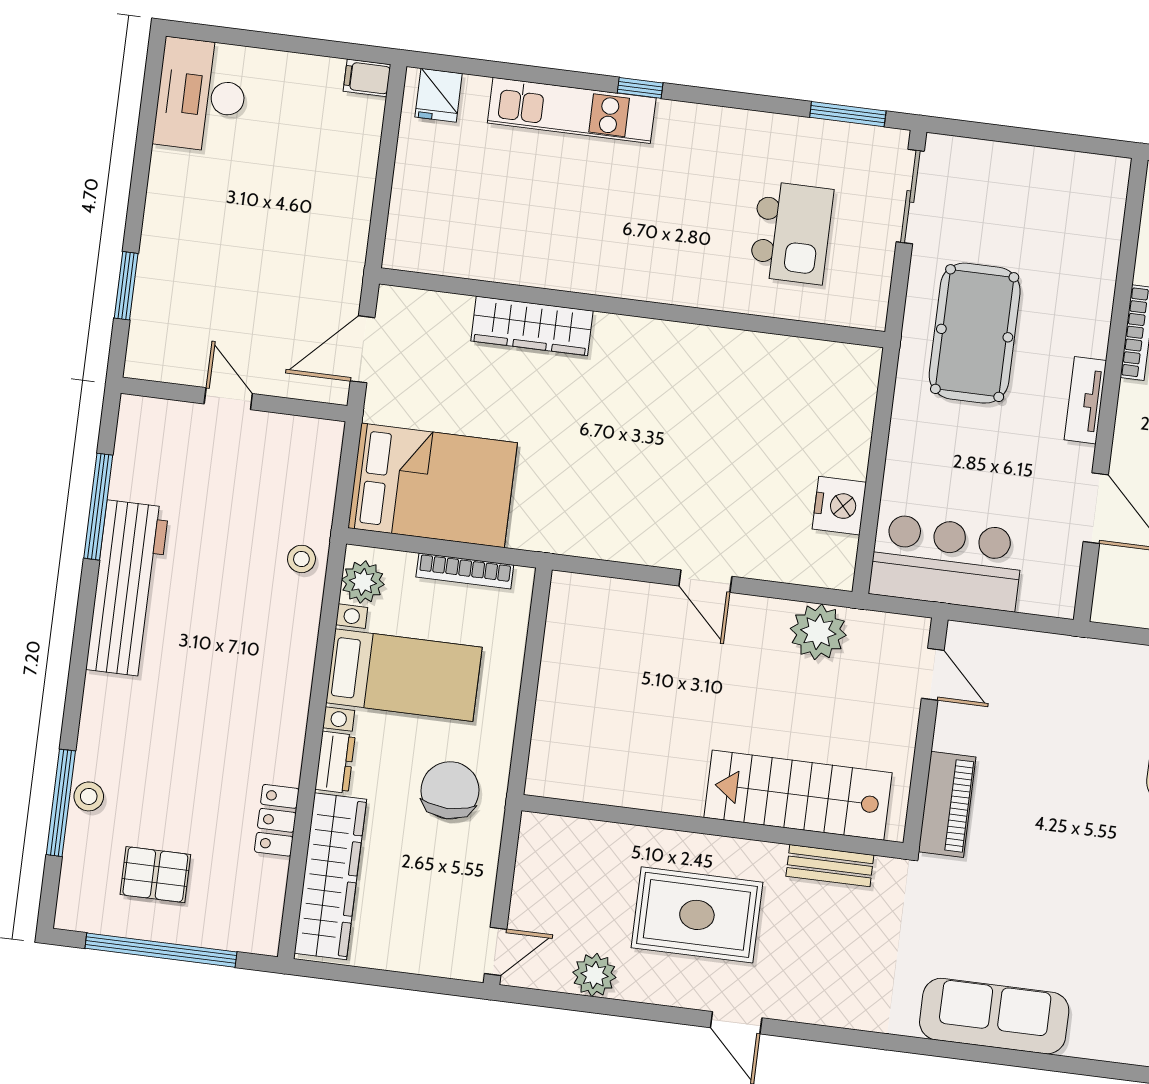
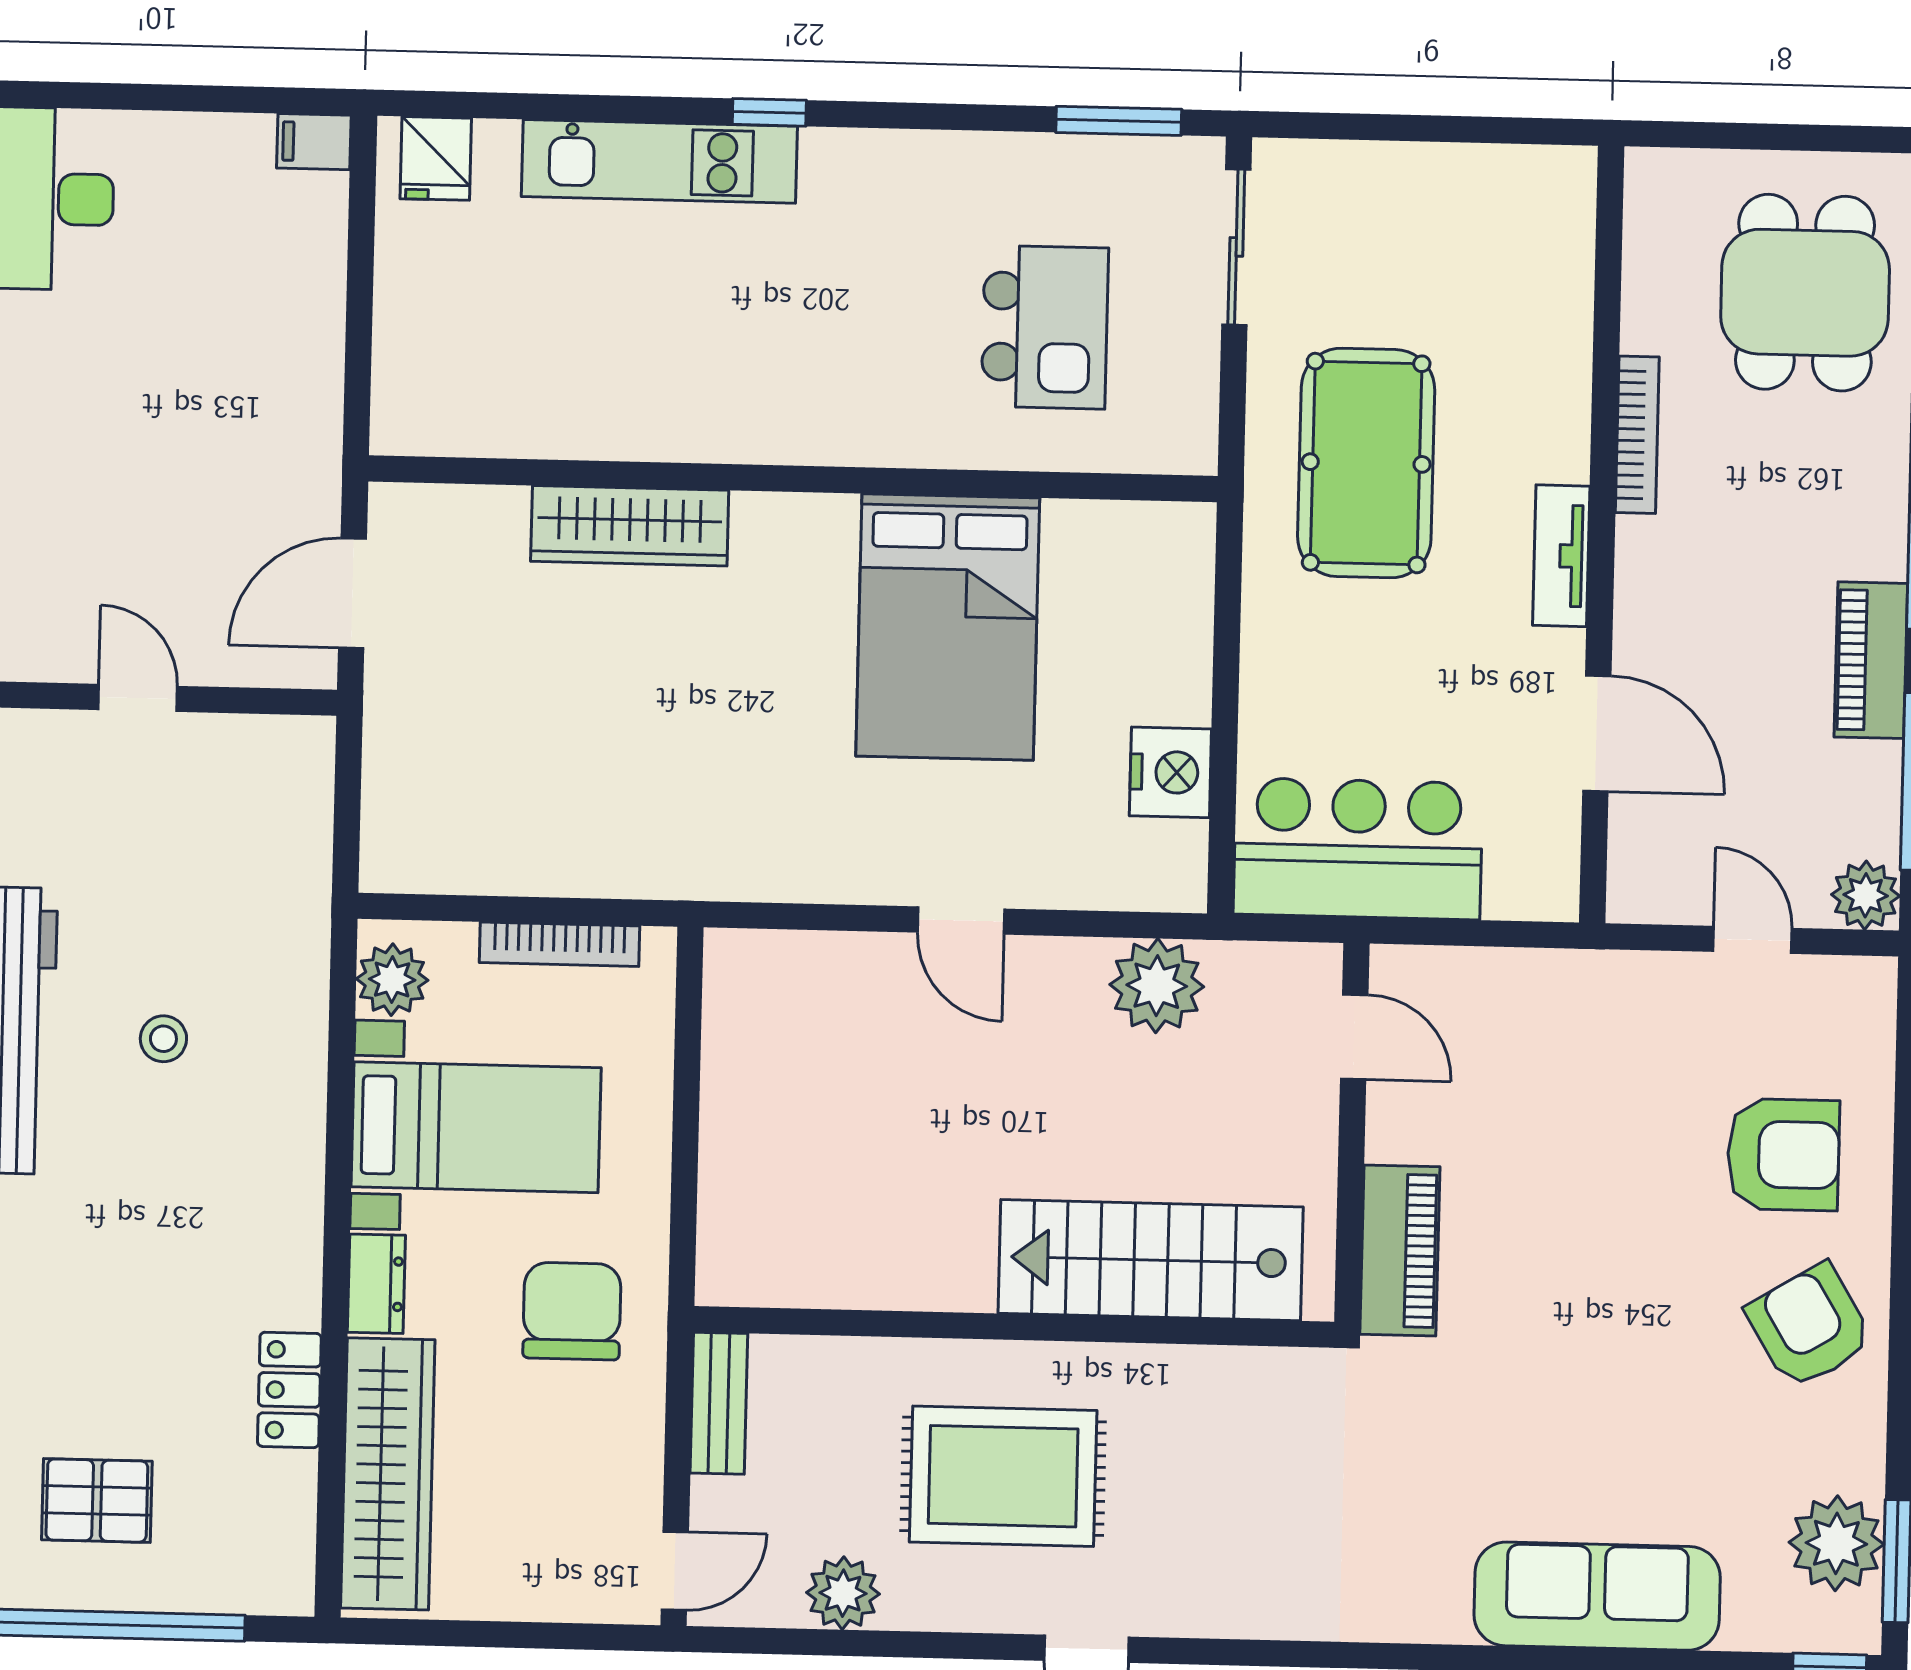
bed: (433, 485) -> (948, 627), moved, turned 90
stool: (301, 559) -> (163, 1039), moved
bench: (830, 866) -> (719, 1403), moved, turned 90
sofa: (994, 1016) -> (1597, 1596), moved

